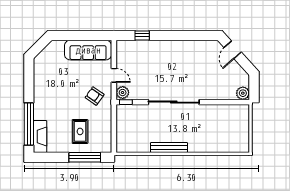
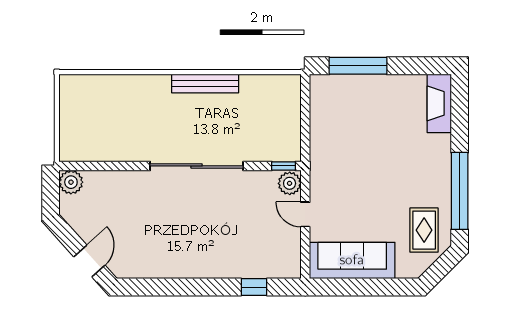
armchair: (95, 96) -> (340, 177), removed
window: (29, 124) -> (460, 191), moved
rug: (80, 131) -> (424, 230), moved

